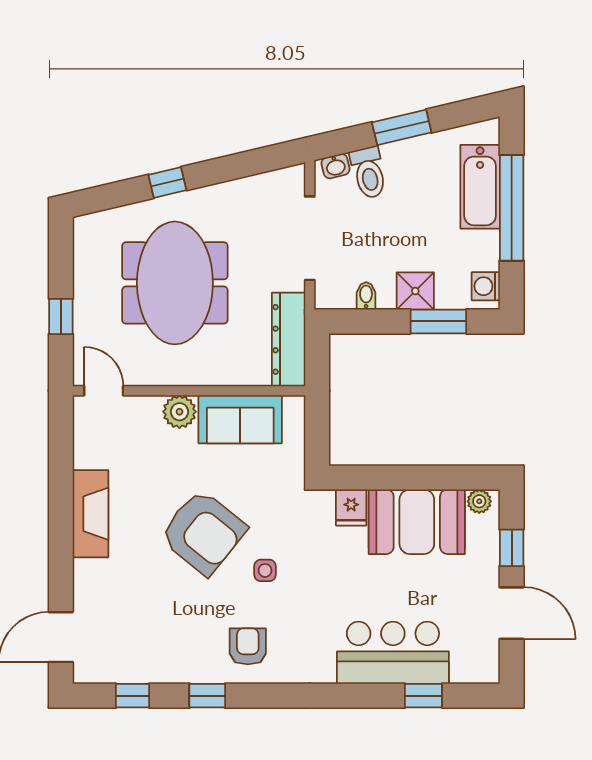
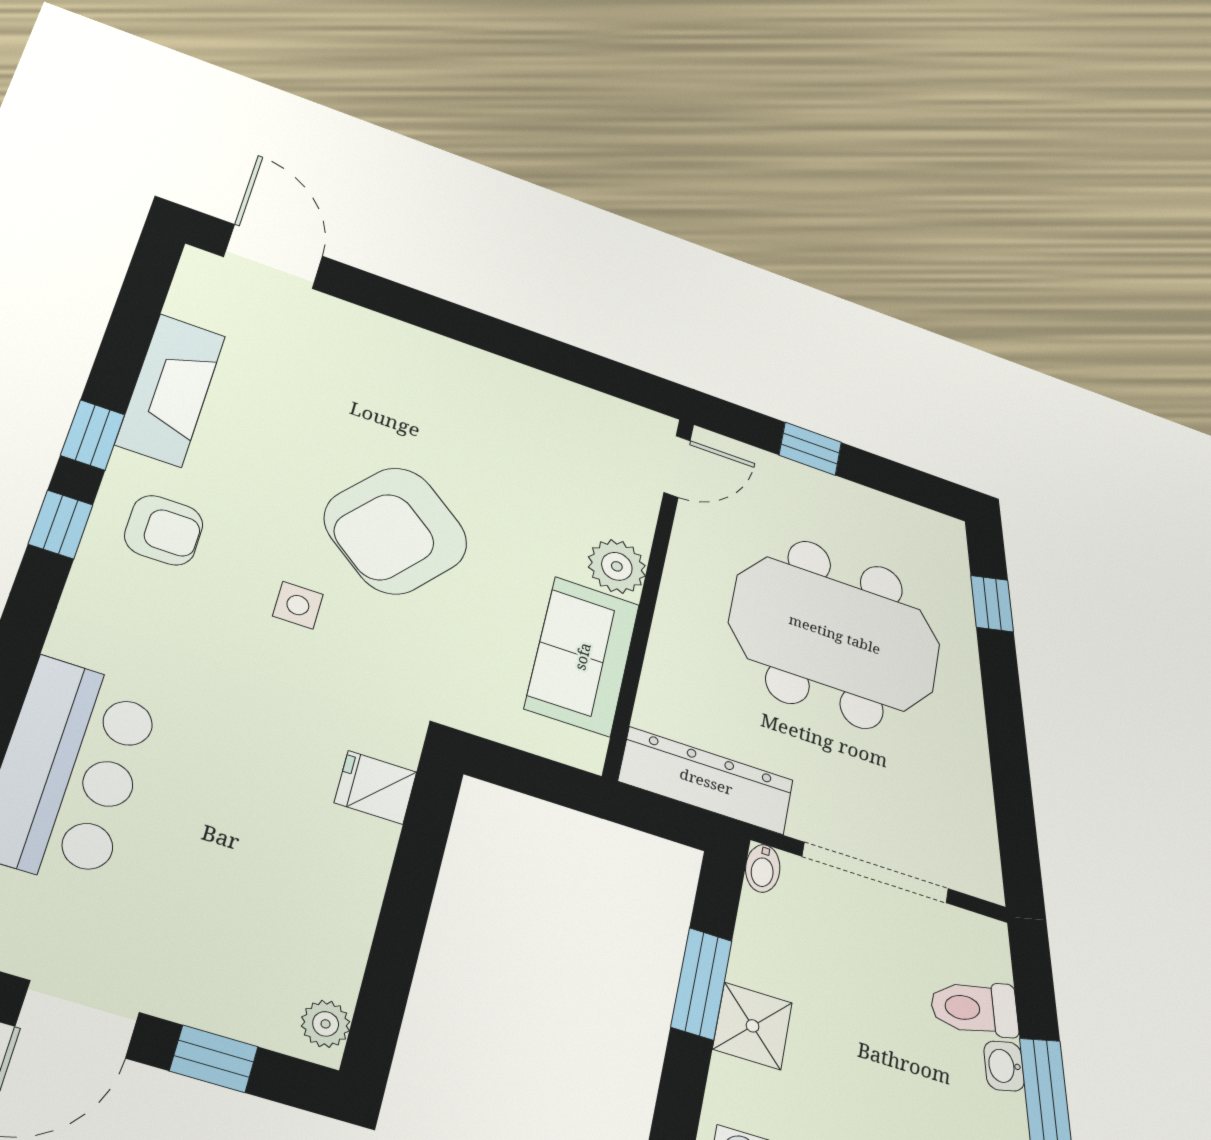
washbasin: (336, 166) -> (1004, 1066), moved
window: (167, 182) -> (992, 604), moved
bidet: (366, 296) -> (763, 868), moved, turned 90
window: (438, 321) -> (702, 984), moved
fireplace: (91, 514) -> (171, 390), moved, turned -90
booth: (417, 522) -> (317, 895), removed
window: (132, 696) -> (61, 524), moved

